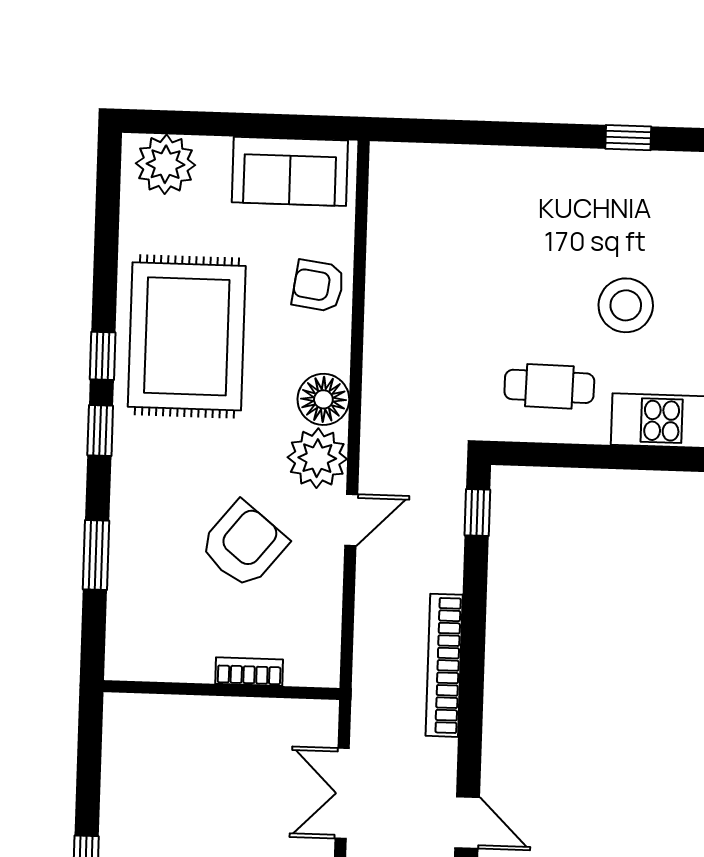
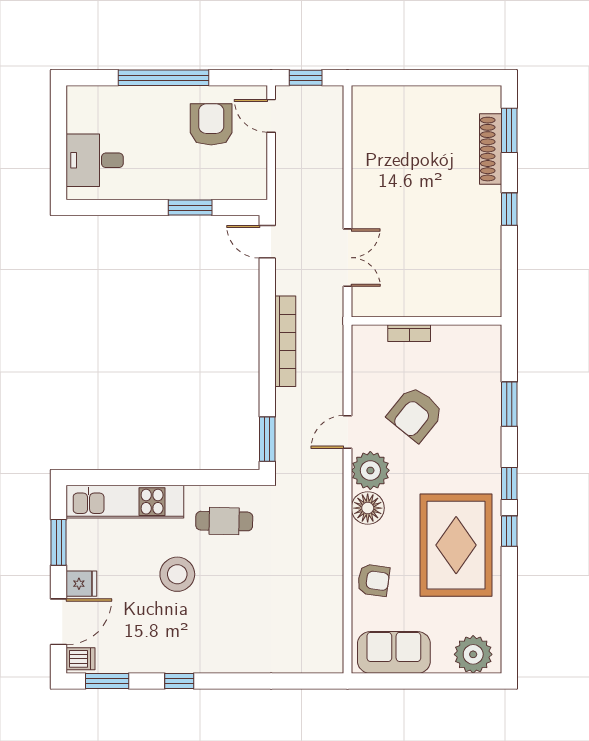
window: (477, 513) -> (267, 439), width x1.50

